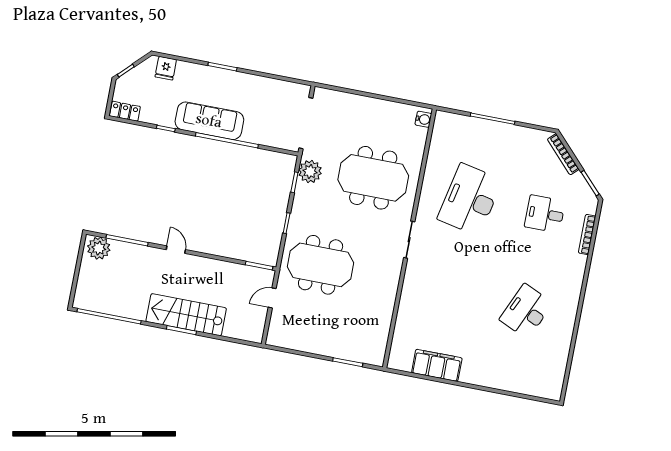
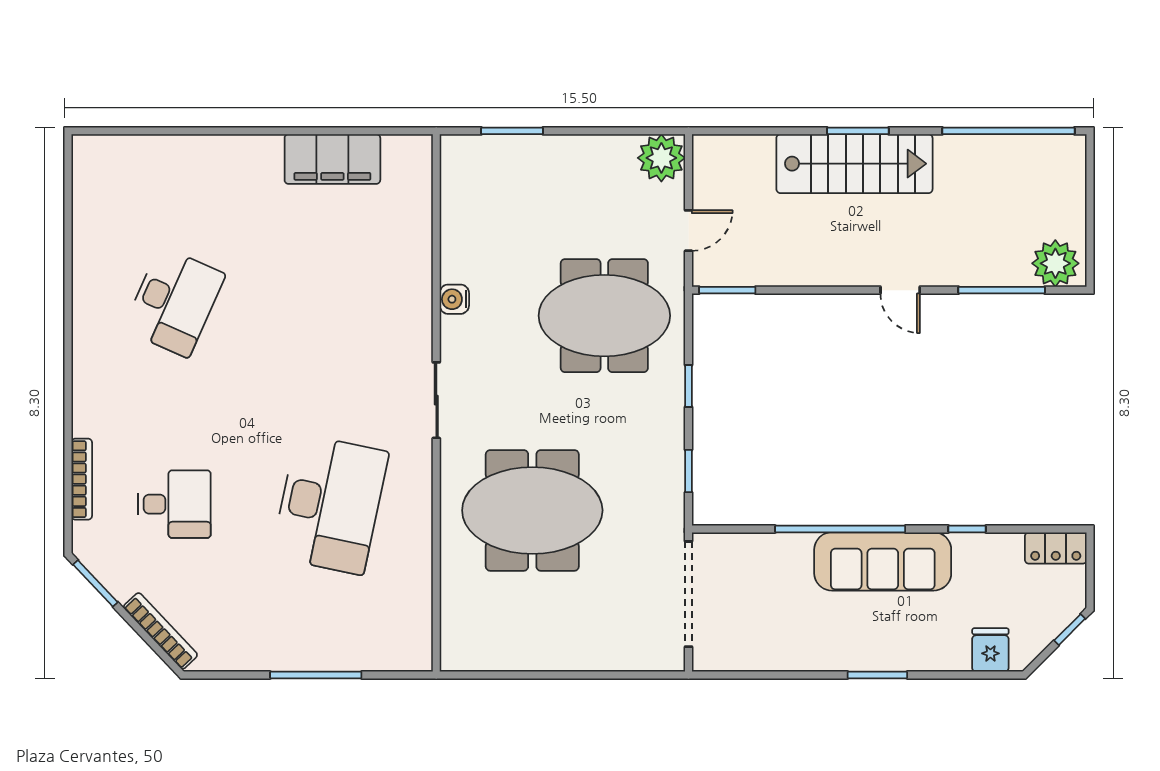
water cooler: (423, 119) -> (454, 299), moved
plant: (310, 172) -> (661, 158), moved

